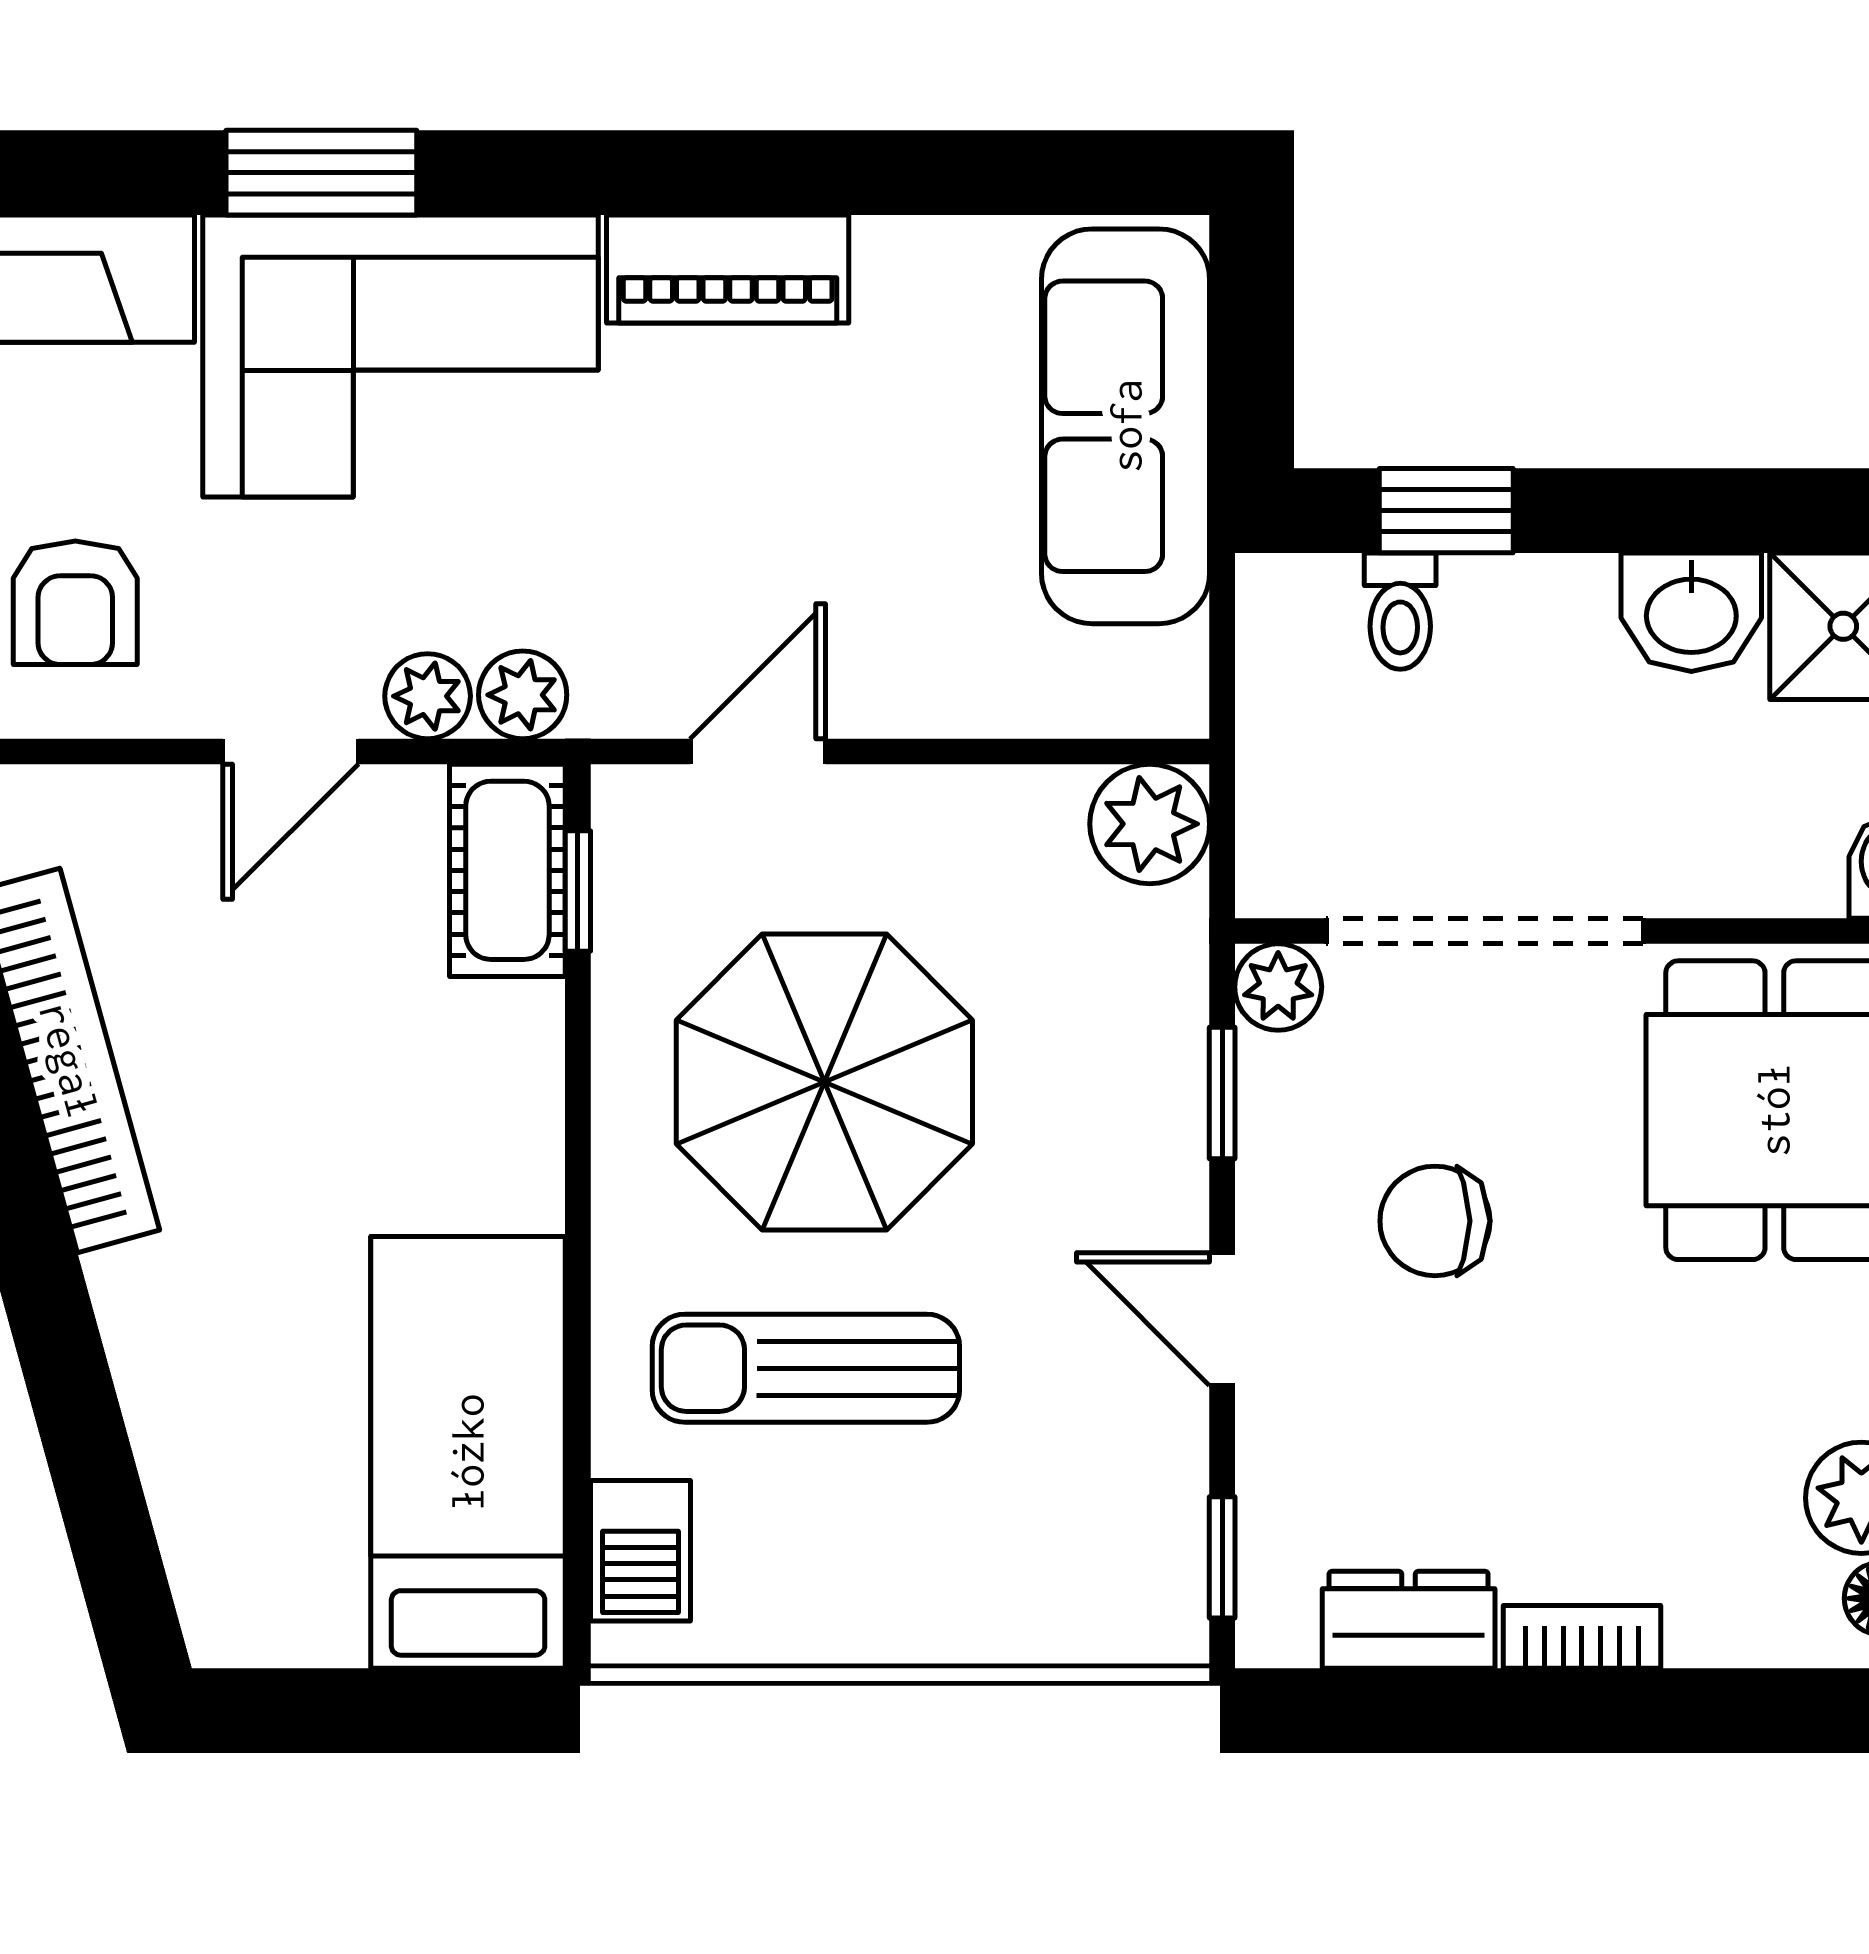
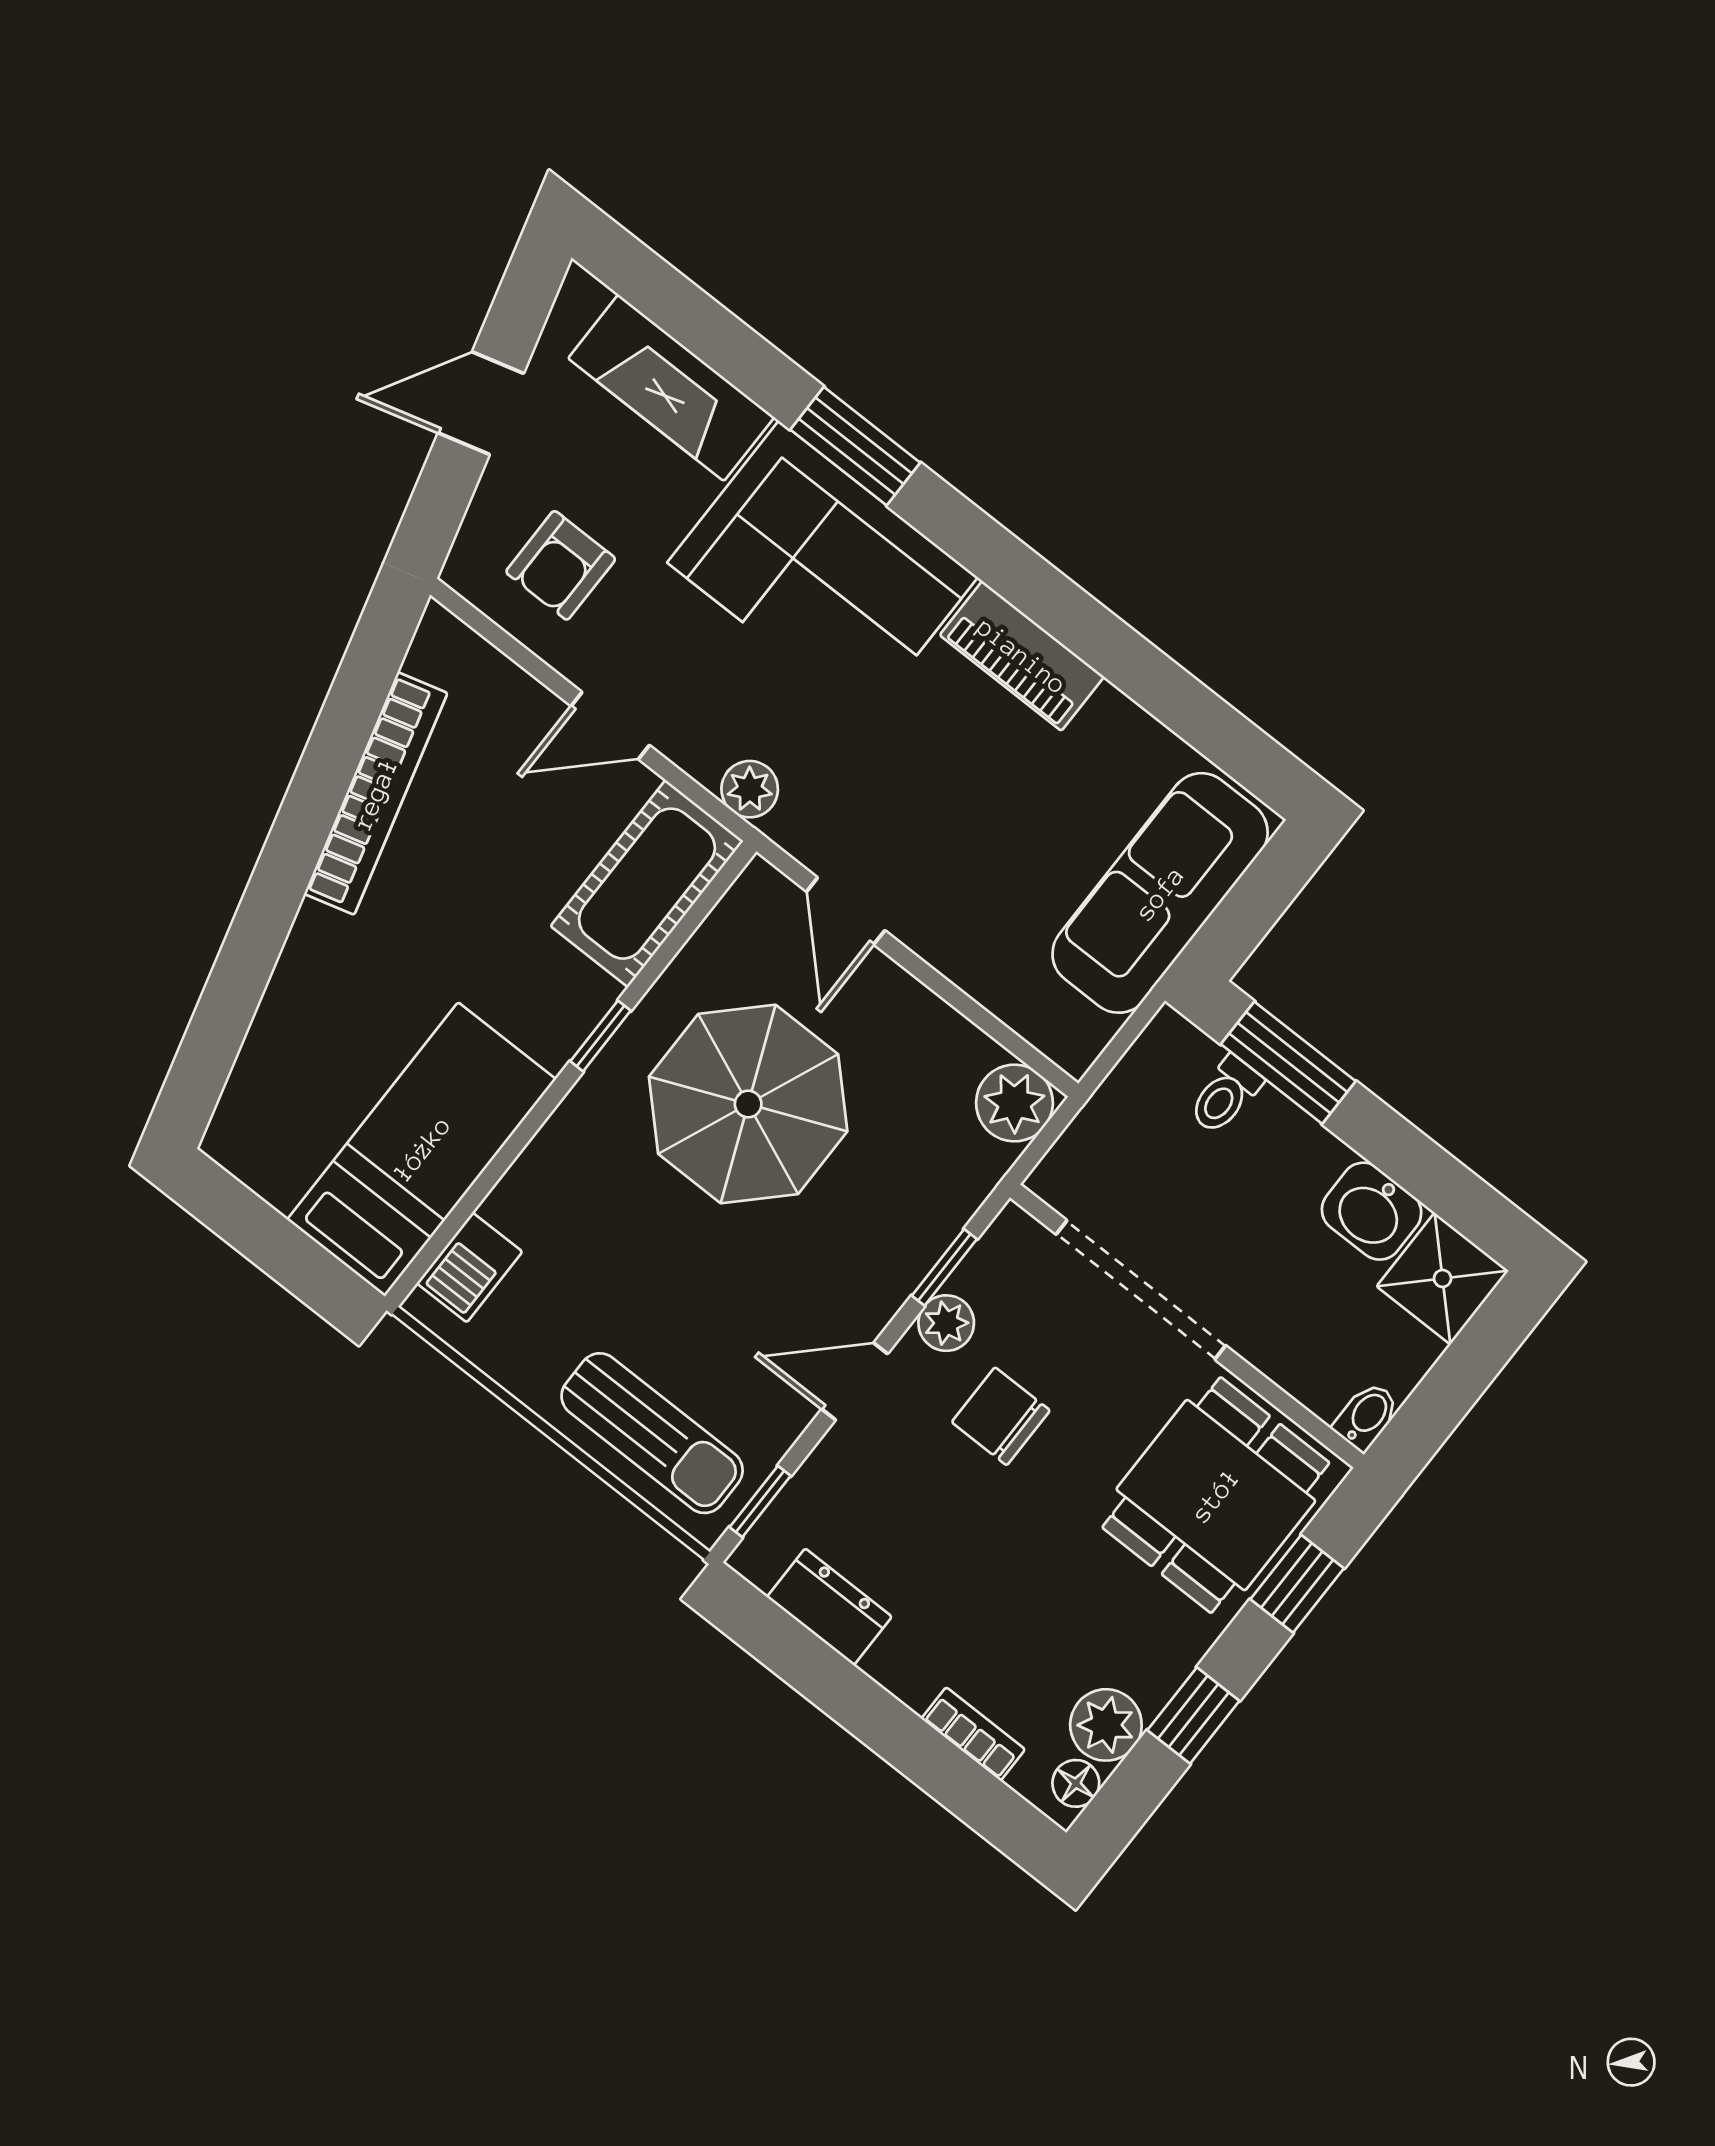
window: (1446, 511) -> (1288, 1063), width x1.50
plant: (428, 696) -> (701, 752), removed
door: (758, 751) -> (846, 911), swing flipped
cot: (507, 870) -> (647, 884), width x1.37, depth x1.34
window: (578, 891) -> (600, 1036), moved
plant: (1278, 987) -> (946, 1323), moved
door: (1222, 1319) -> (855, 1381), hinge flipped
sun lounger: (806, 1368) -> (652, 1433), moved, turned 180
bookcase: (1582, 1637) -> (973, 1734), moved

